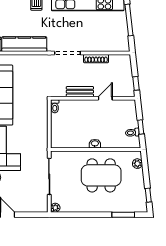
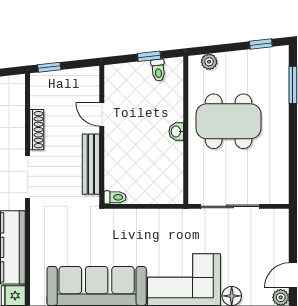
window: (136, 83) -> (49, 67), moved
bench: (80, 92) -> (91, 164), width x1.36
dining table: (101, 175) -> (229, 121), turned 90
plant: (55, 208) -> (281, 197), removed

